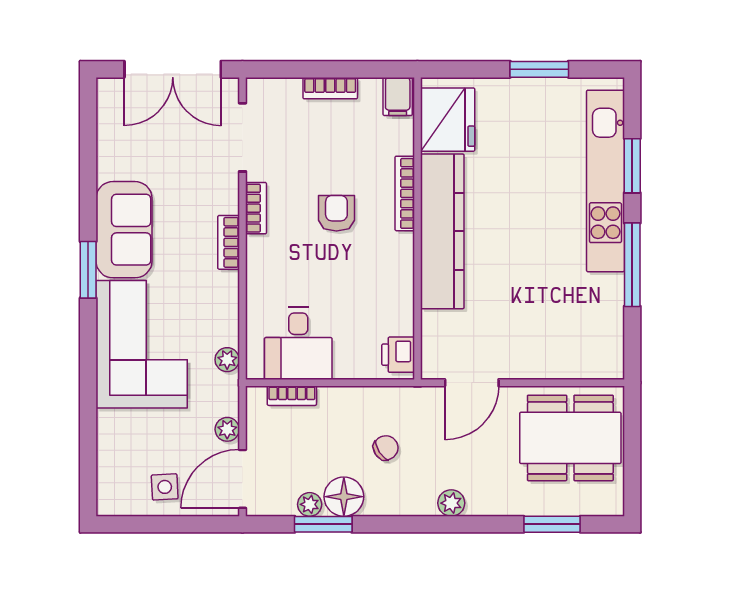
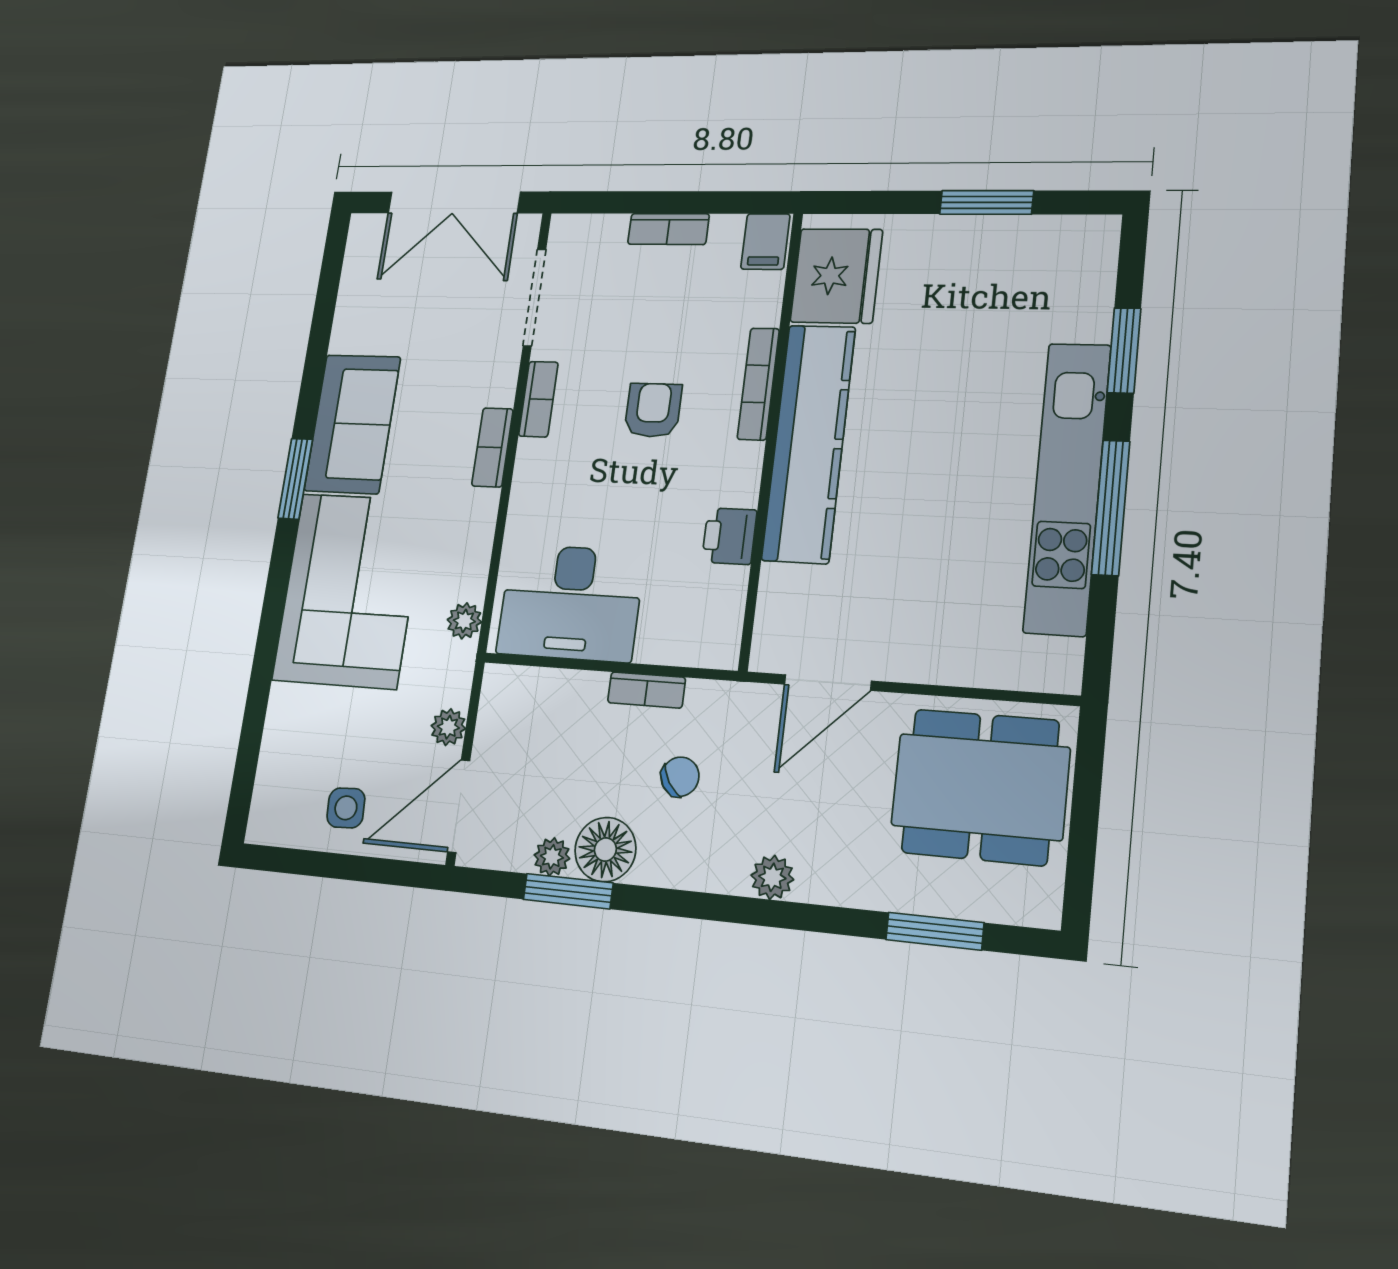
kitchen unit: (605, 181) -> (1067, 488), moved
desk: (298, 343) -> (570, 603), width x1.37
printer: (398, 355) -> (729, 536), moved
bookcase: (292, 396) -> (647, 690), moved

